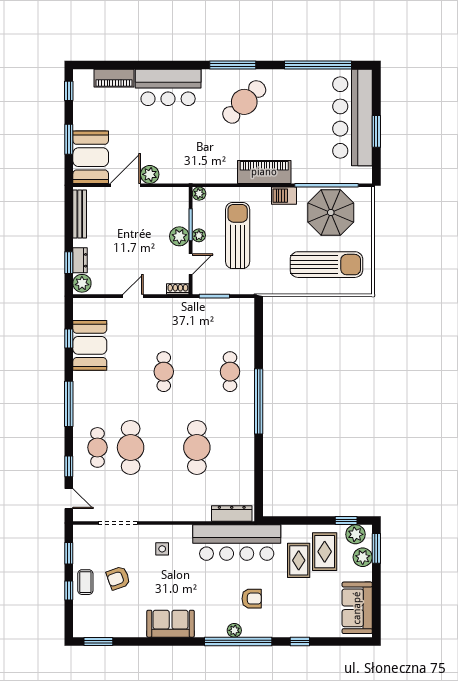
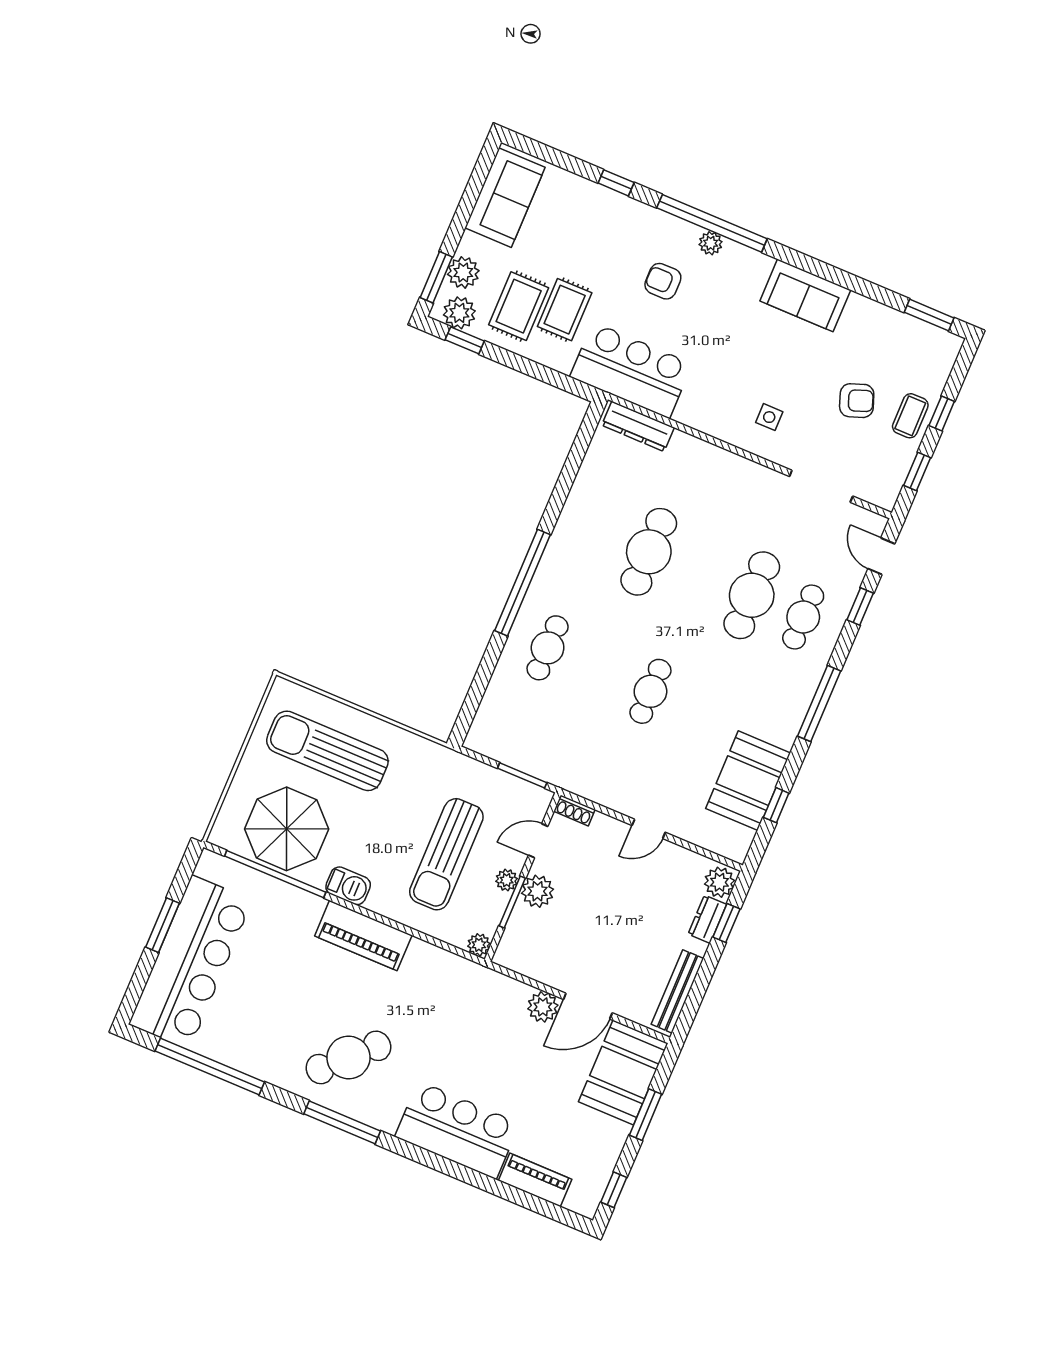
bar counter: (237, 543) -> (631, 370), width x0.73

